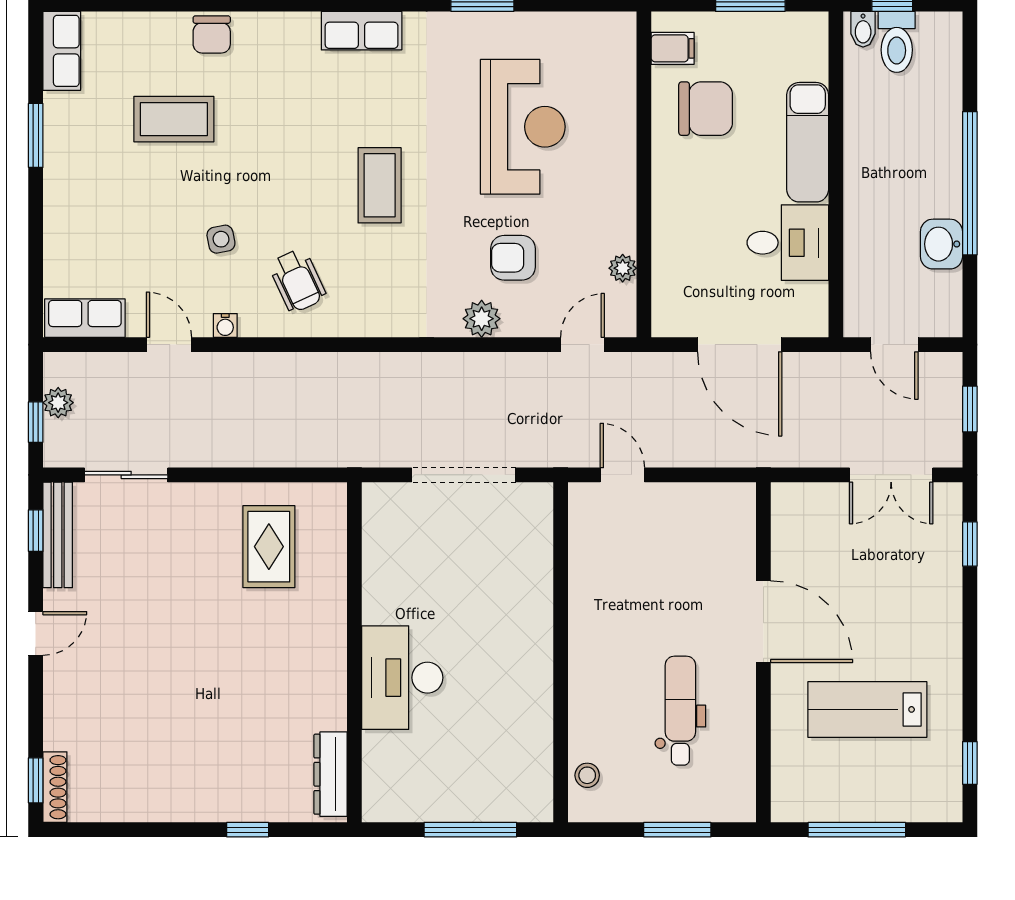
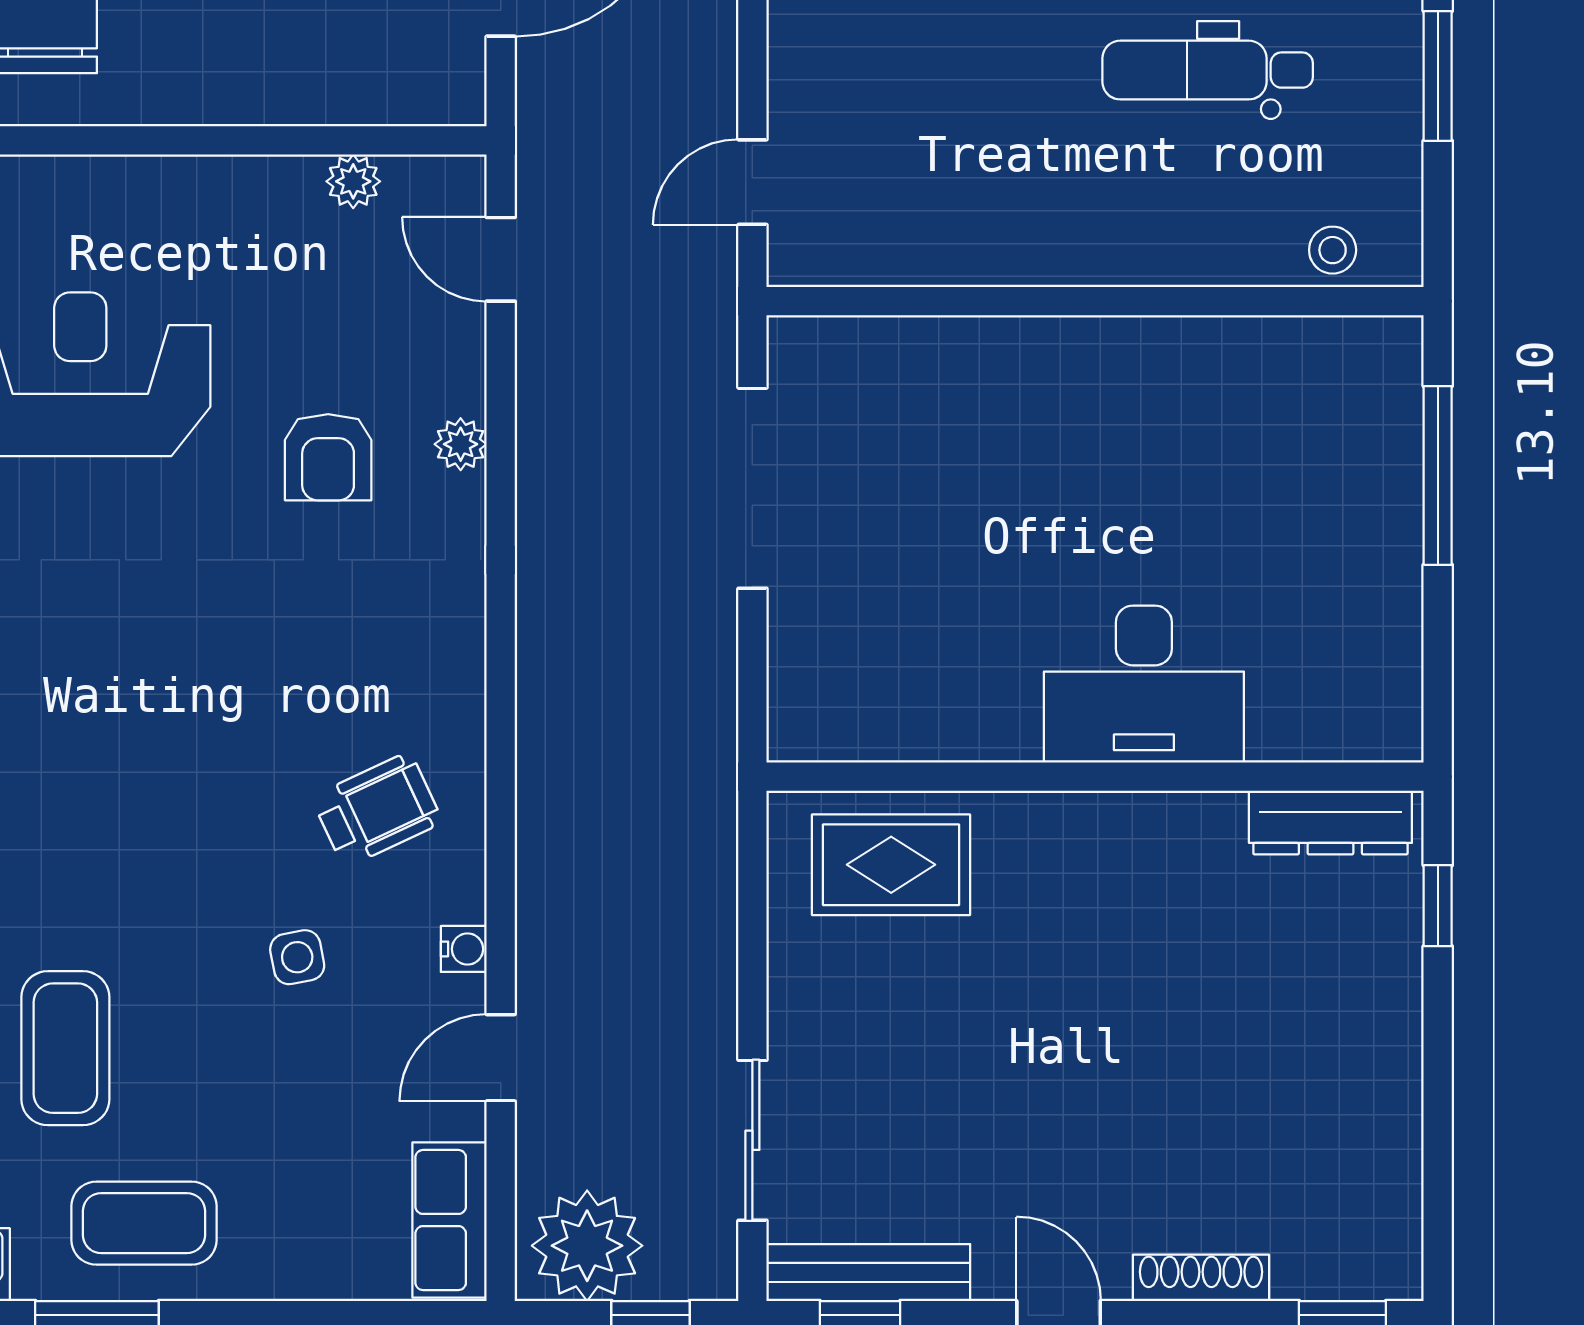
coffee table: (380, 185) -> (144, 1223), moved
armchair: (513, 258) -> (328, 457), moved
plant: (482, 319) -> (461, 444), width x0.73, depth x0.73
plant: (58, 403) -> (587, 1246), width x1.88, depth x1.88
wall: (354, 652) -> (1095, 777), moved
desk: (402, 678) -> (1144, 684), moved
dresser: (331, 774) -> (1330, 823), moved
shoe rack: (55, 787) -> (1201, 1278), moved

